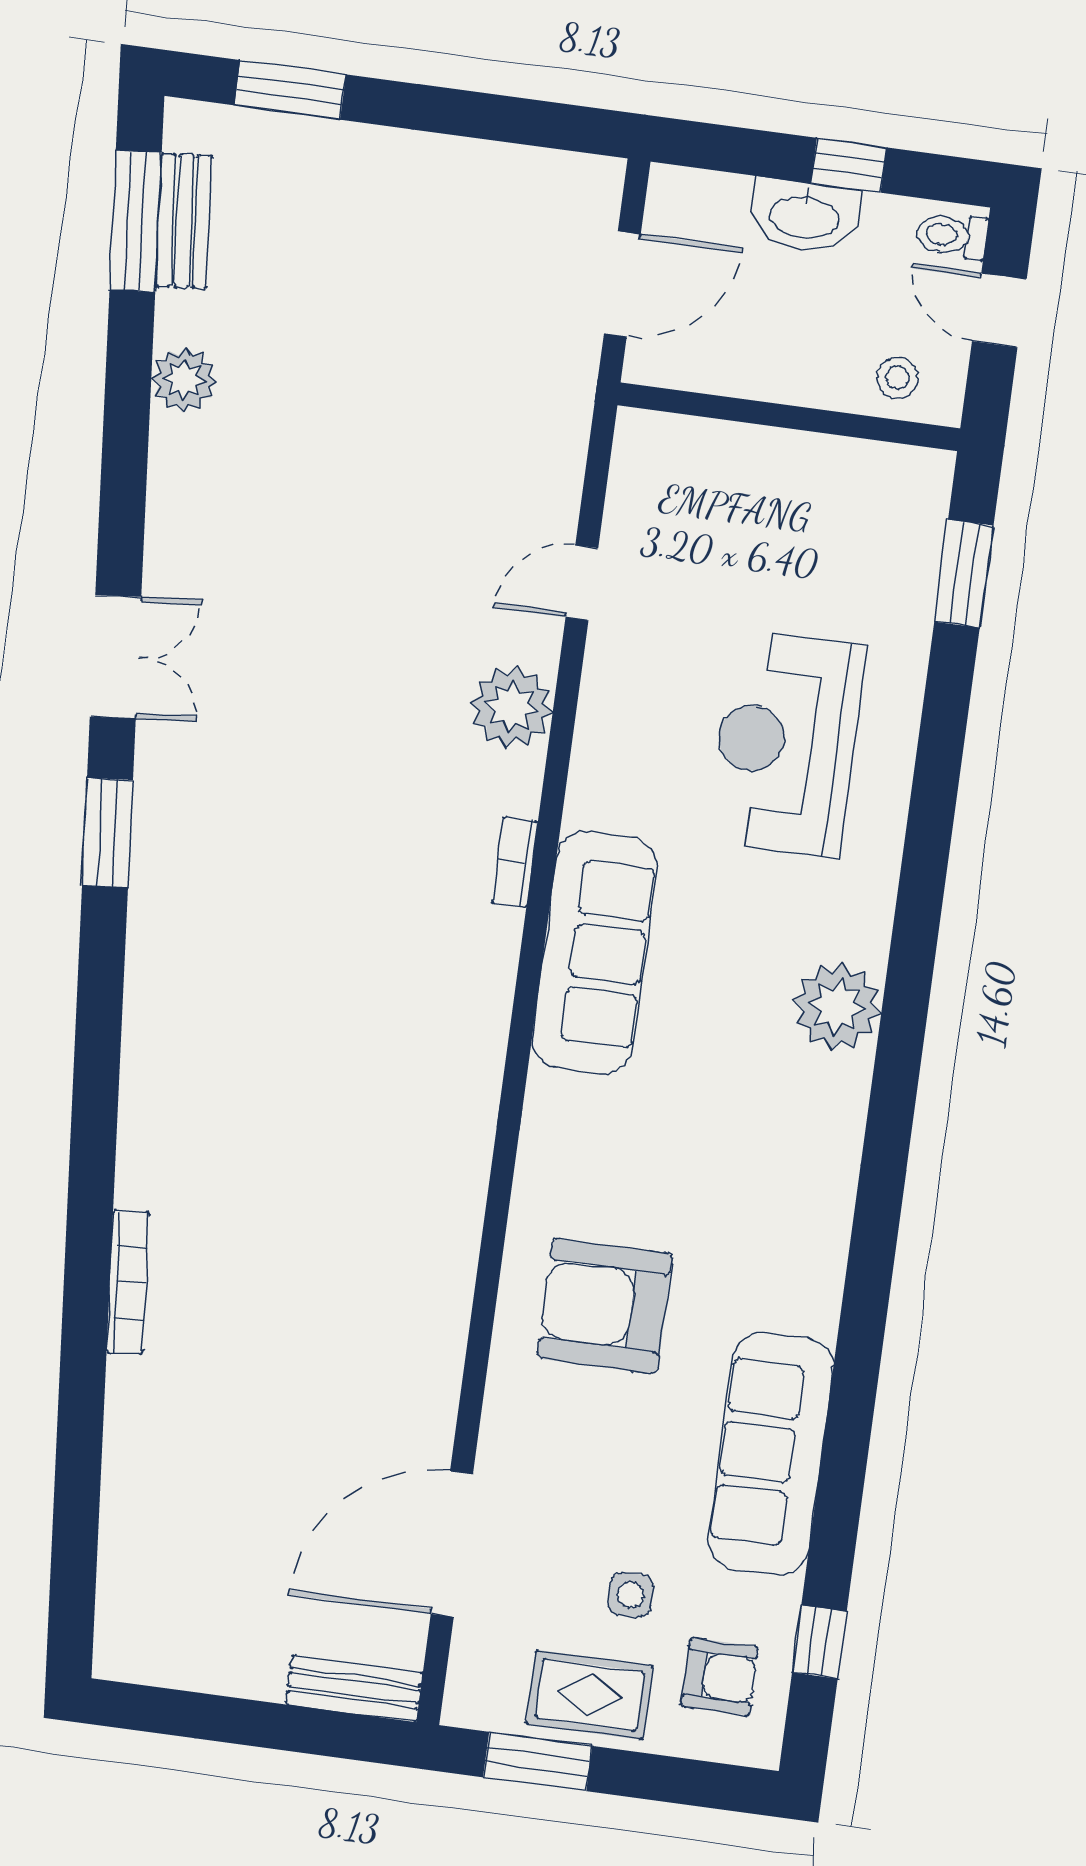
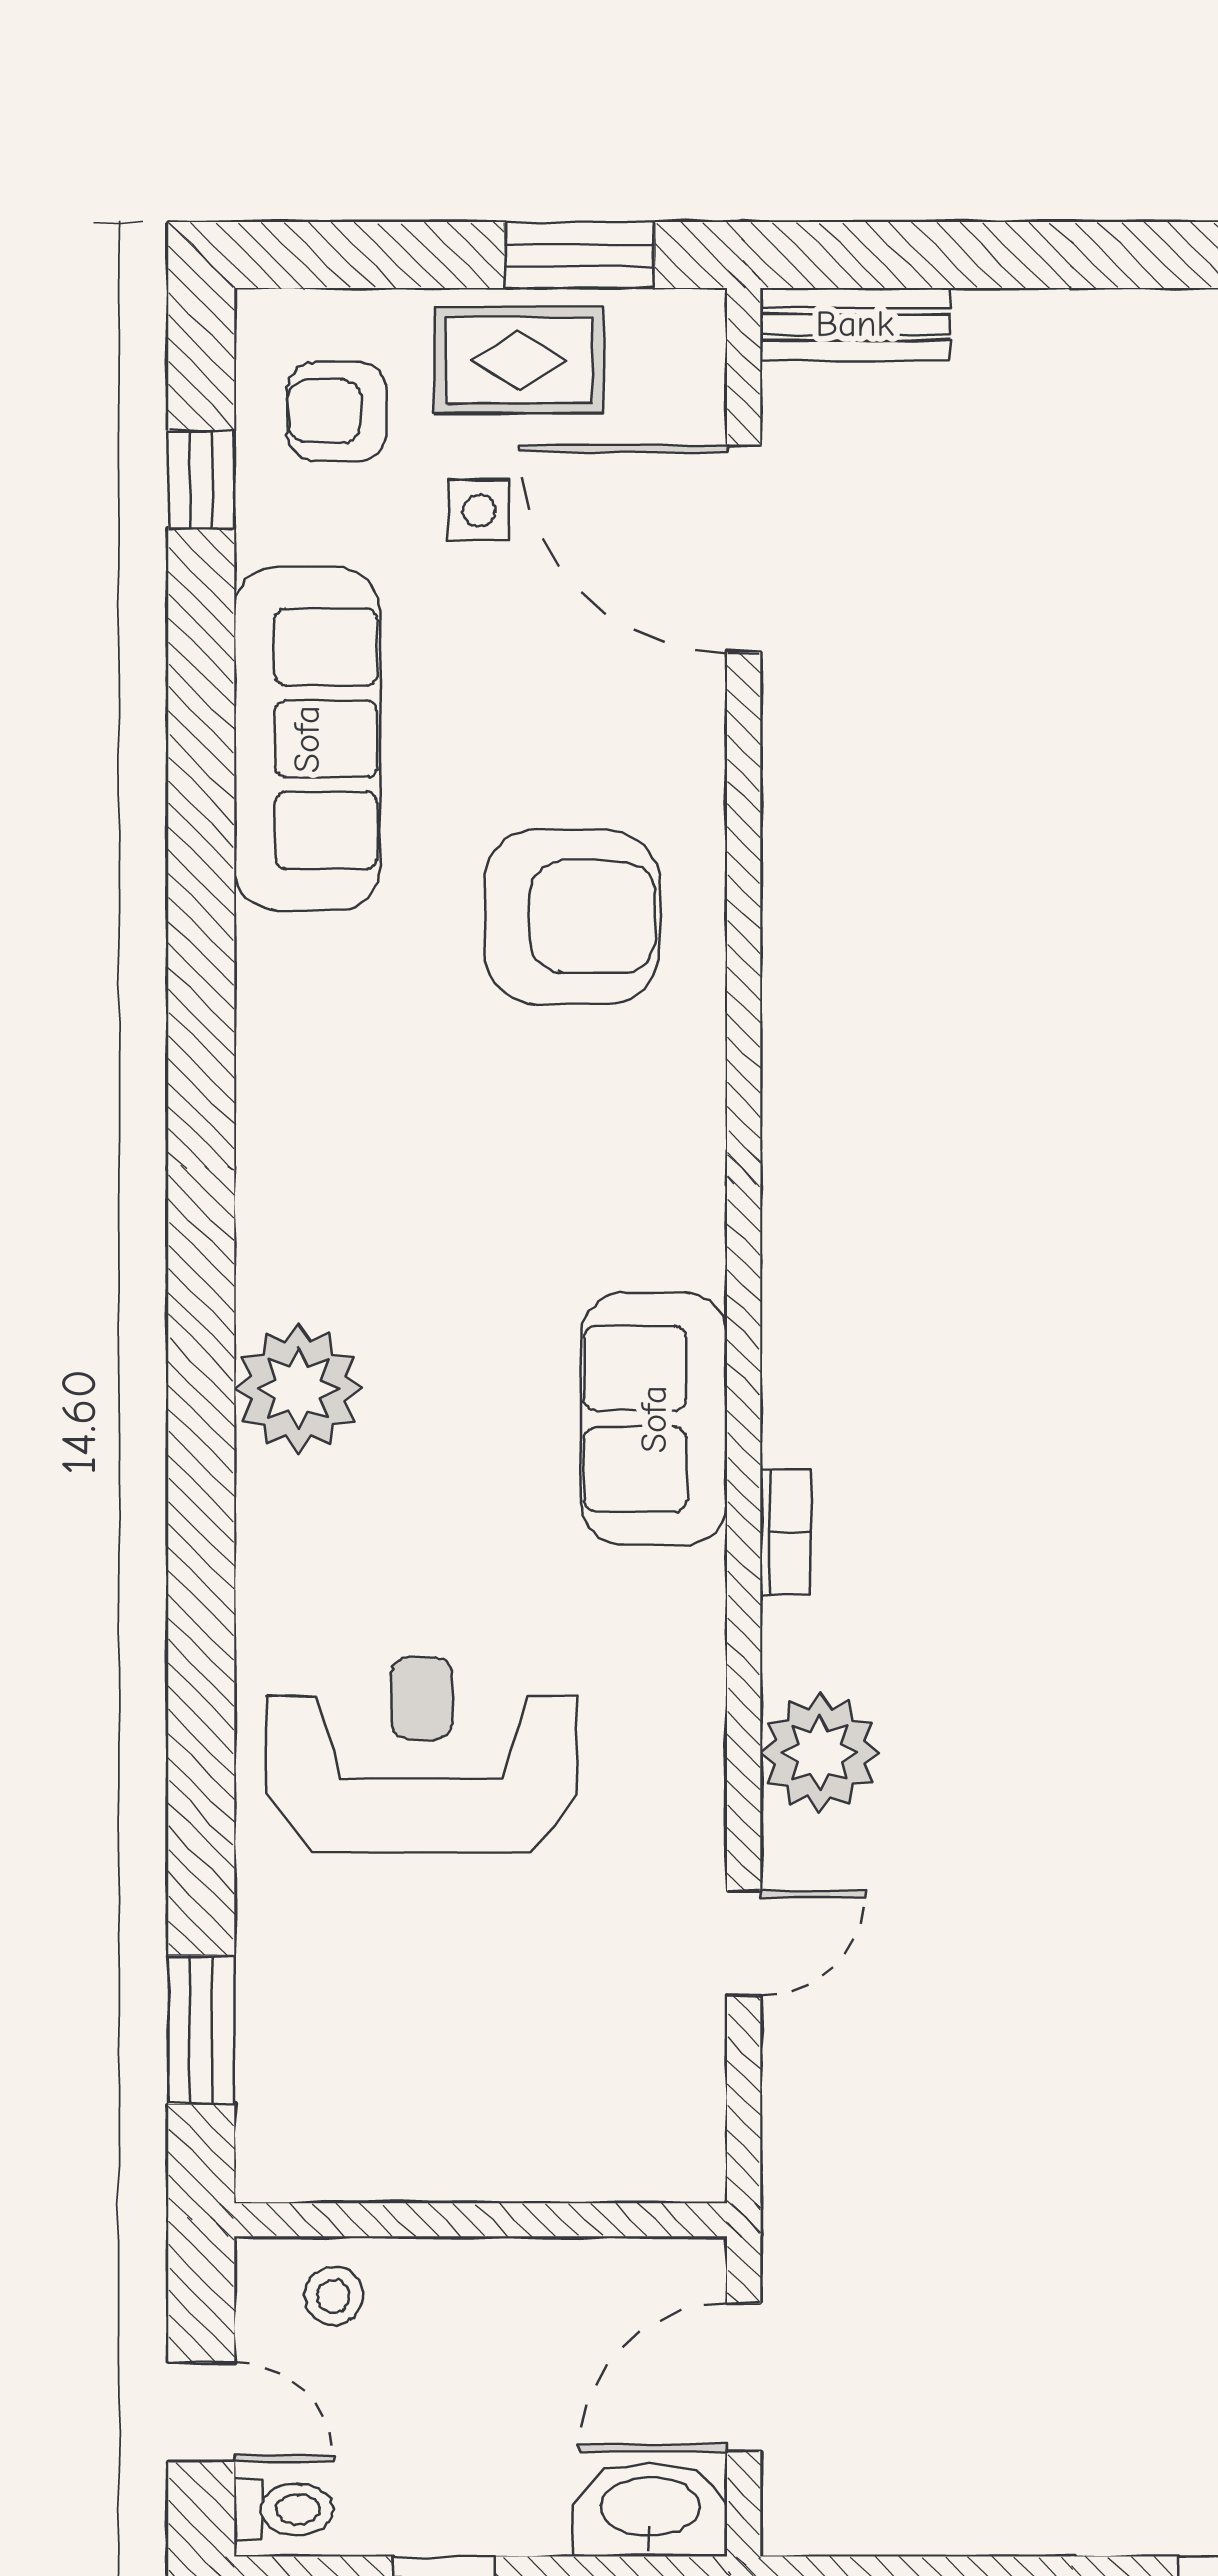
washbasin: (804, 216) -> (650, 2509), moved
reception desk: (786, 743) -> (422, 1755), turned -90
sofa: (595, 953) -> (654, 1419), width x0.73
door: (452, 1544) -> (744, 549), swing flipped

